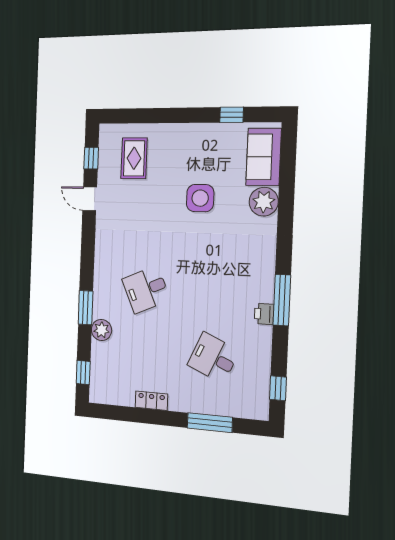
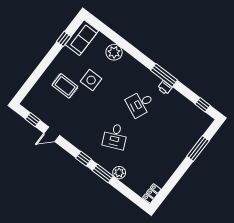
sofa: (264, 157) -> (82, 38), moved, turned -90
rug: (134, 158) -> (65, 86), moved
desk: (213, 358) -> (140, 104), moved
window: (83, 373) -> (83, 159), moved
locker: (151, 401) -> (152, 194), moved

